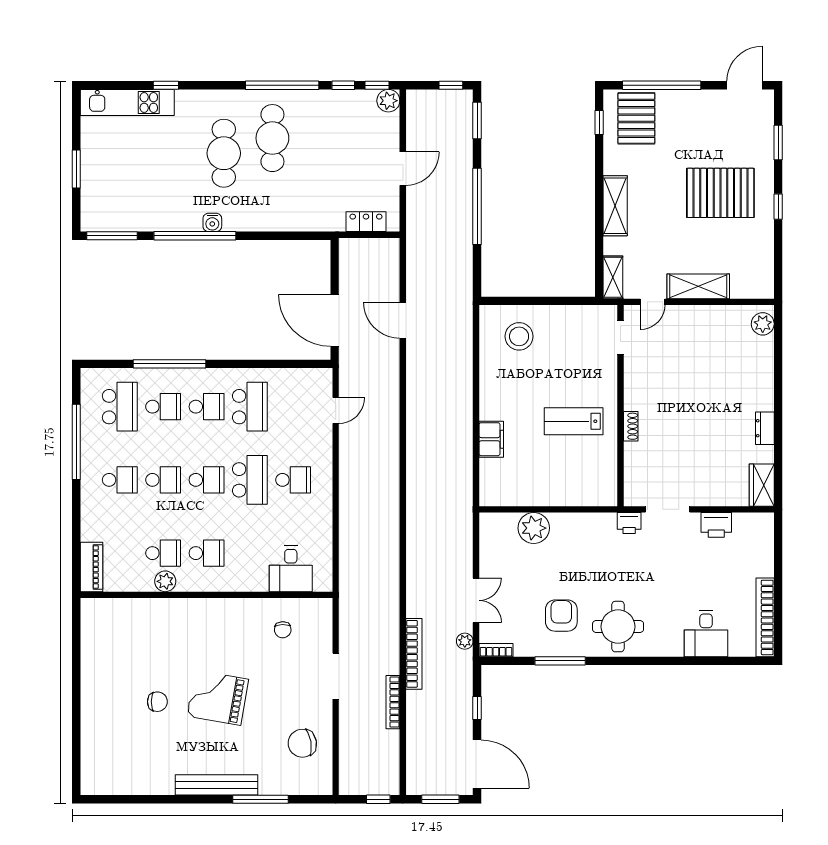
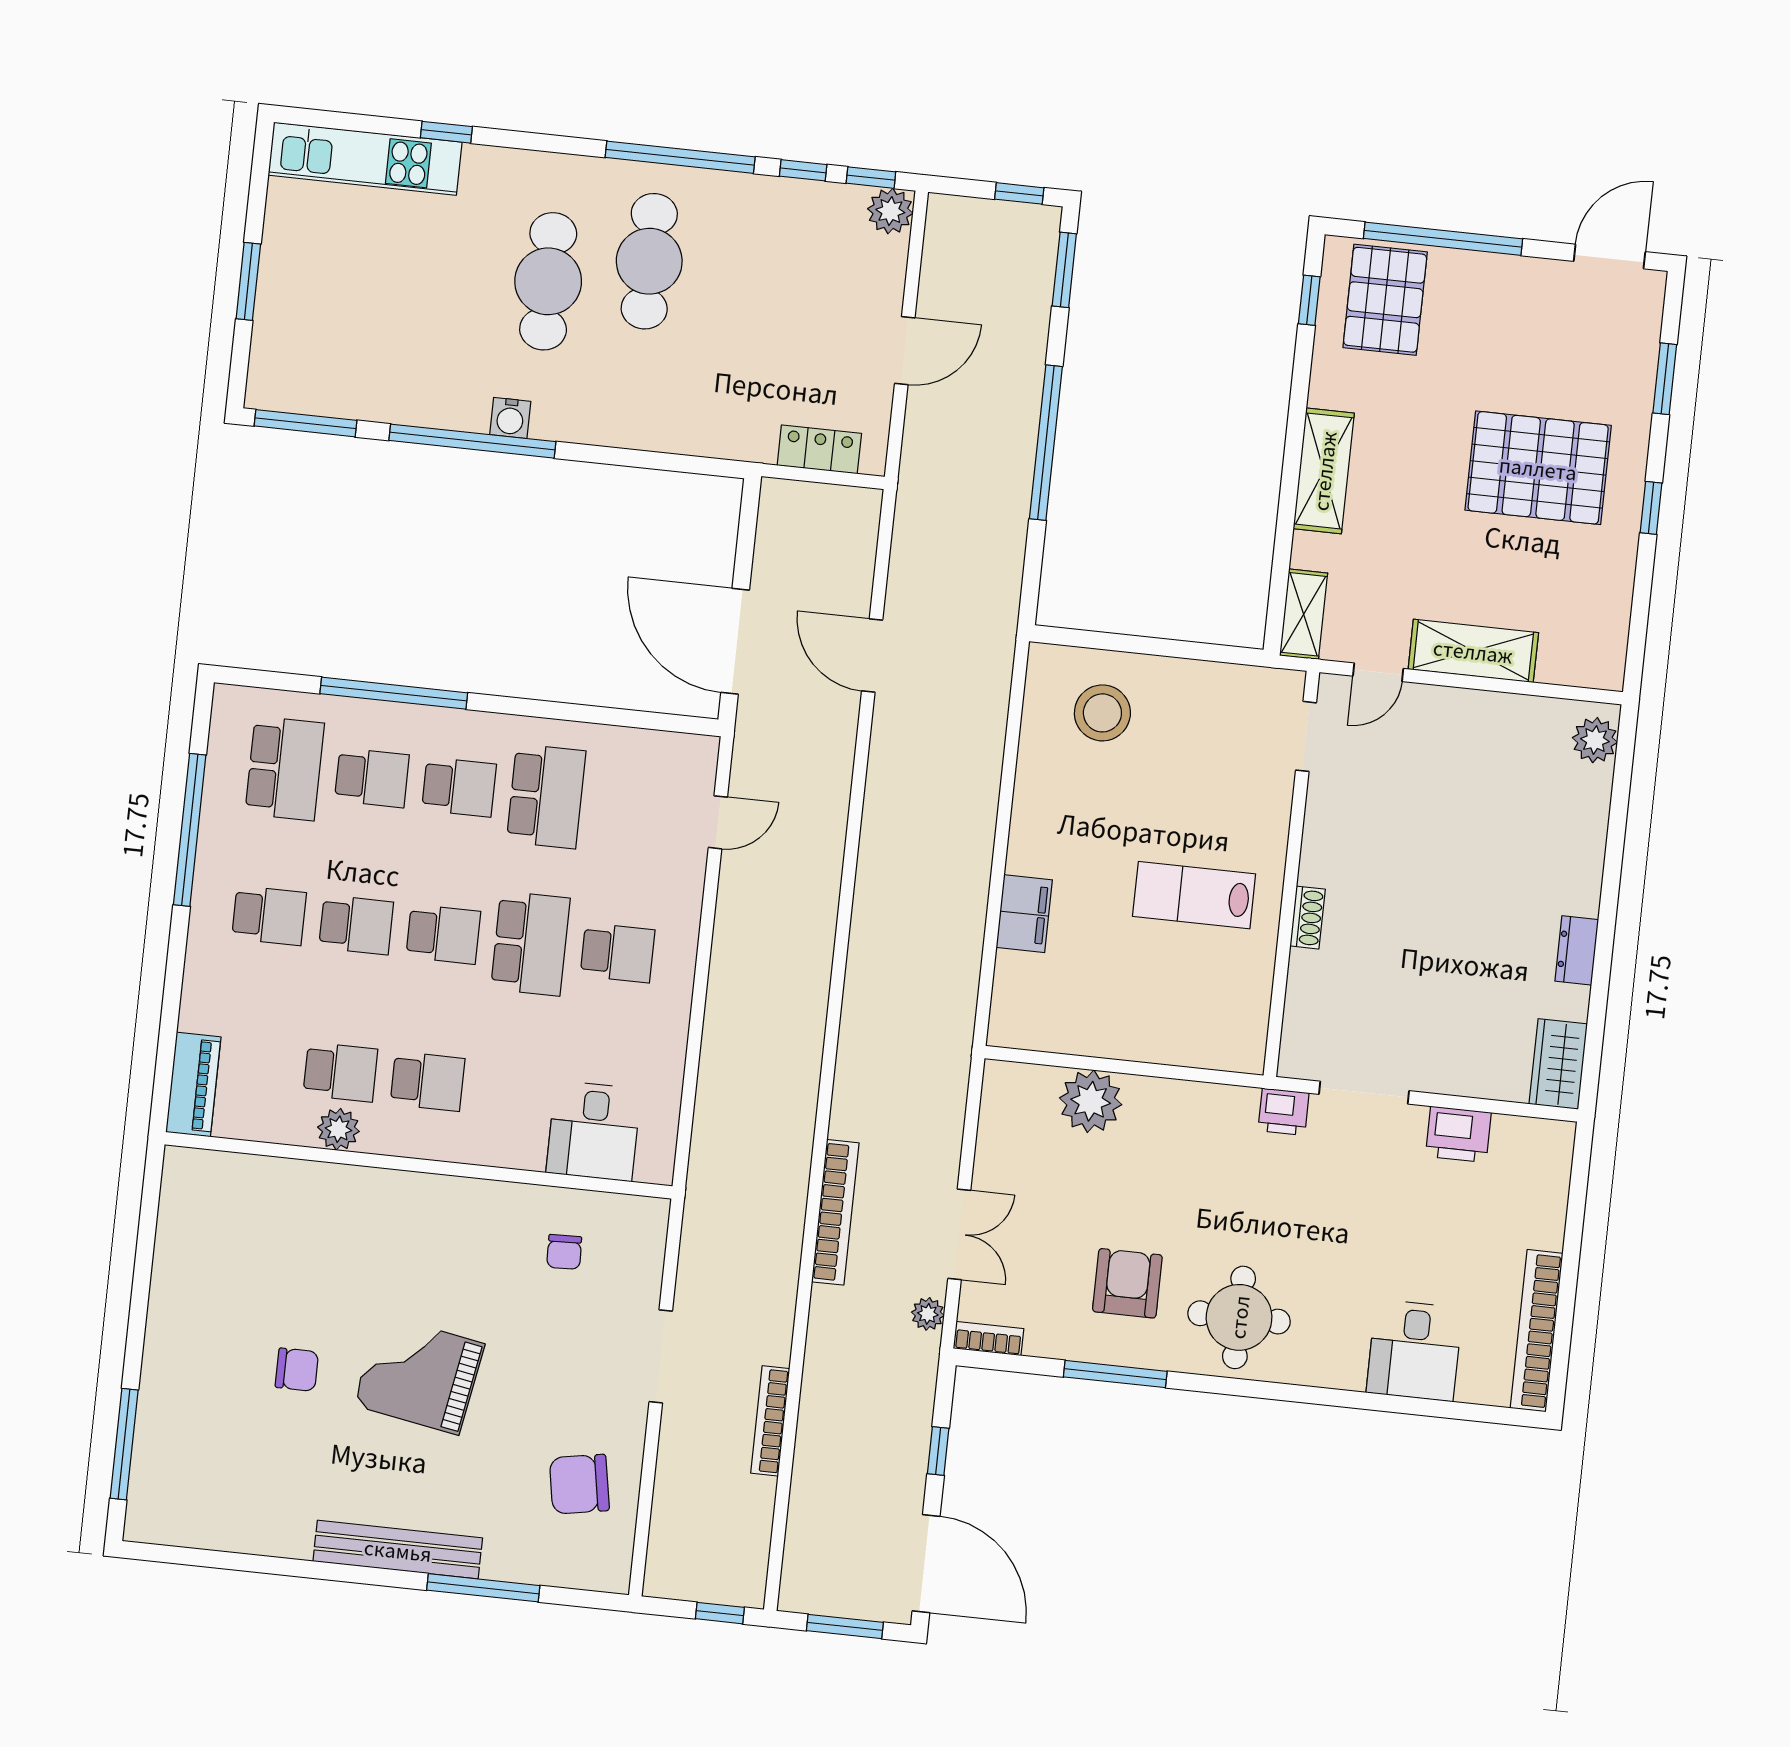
bookcase: (414, 654) -> (835, 1212), moved
window: (76, 747) -> (124, 1444), added

